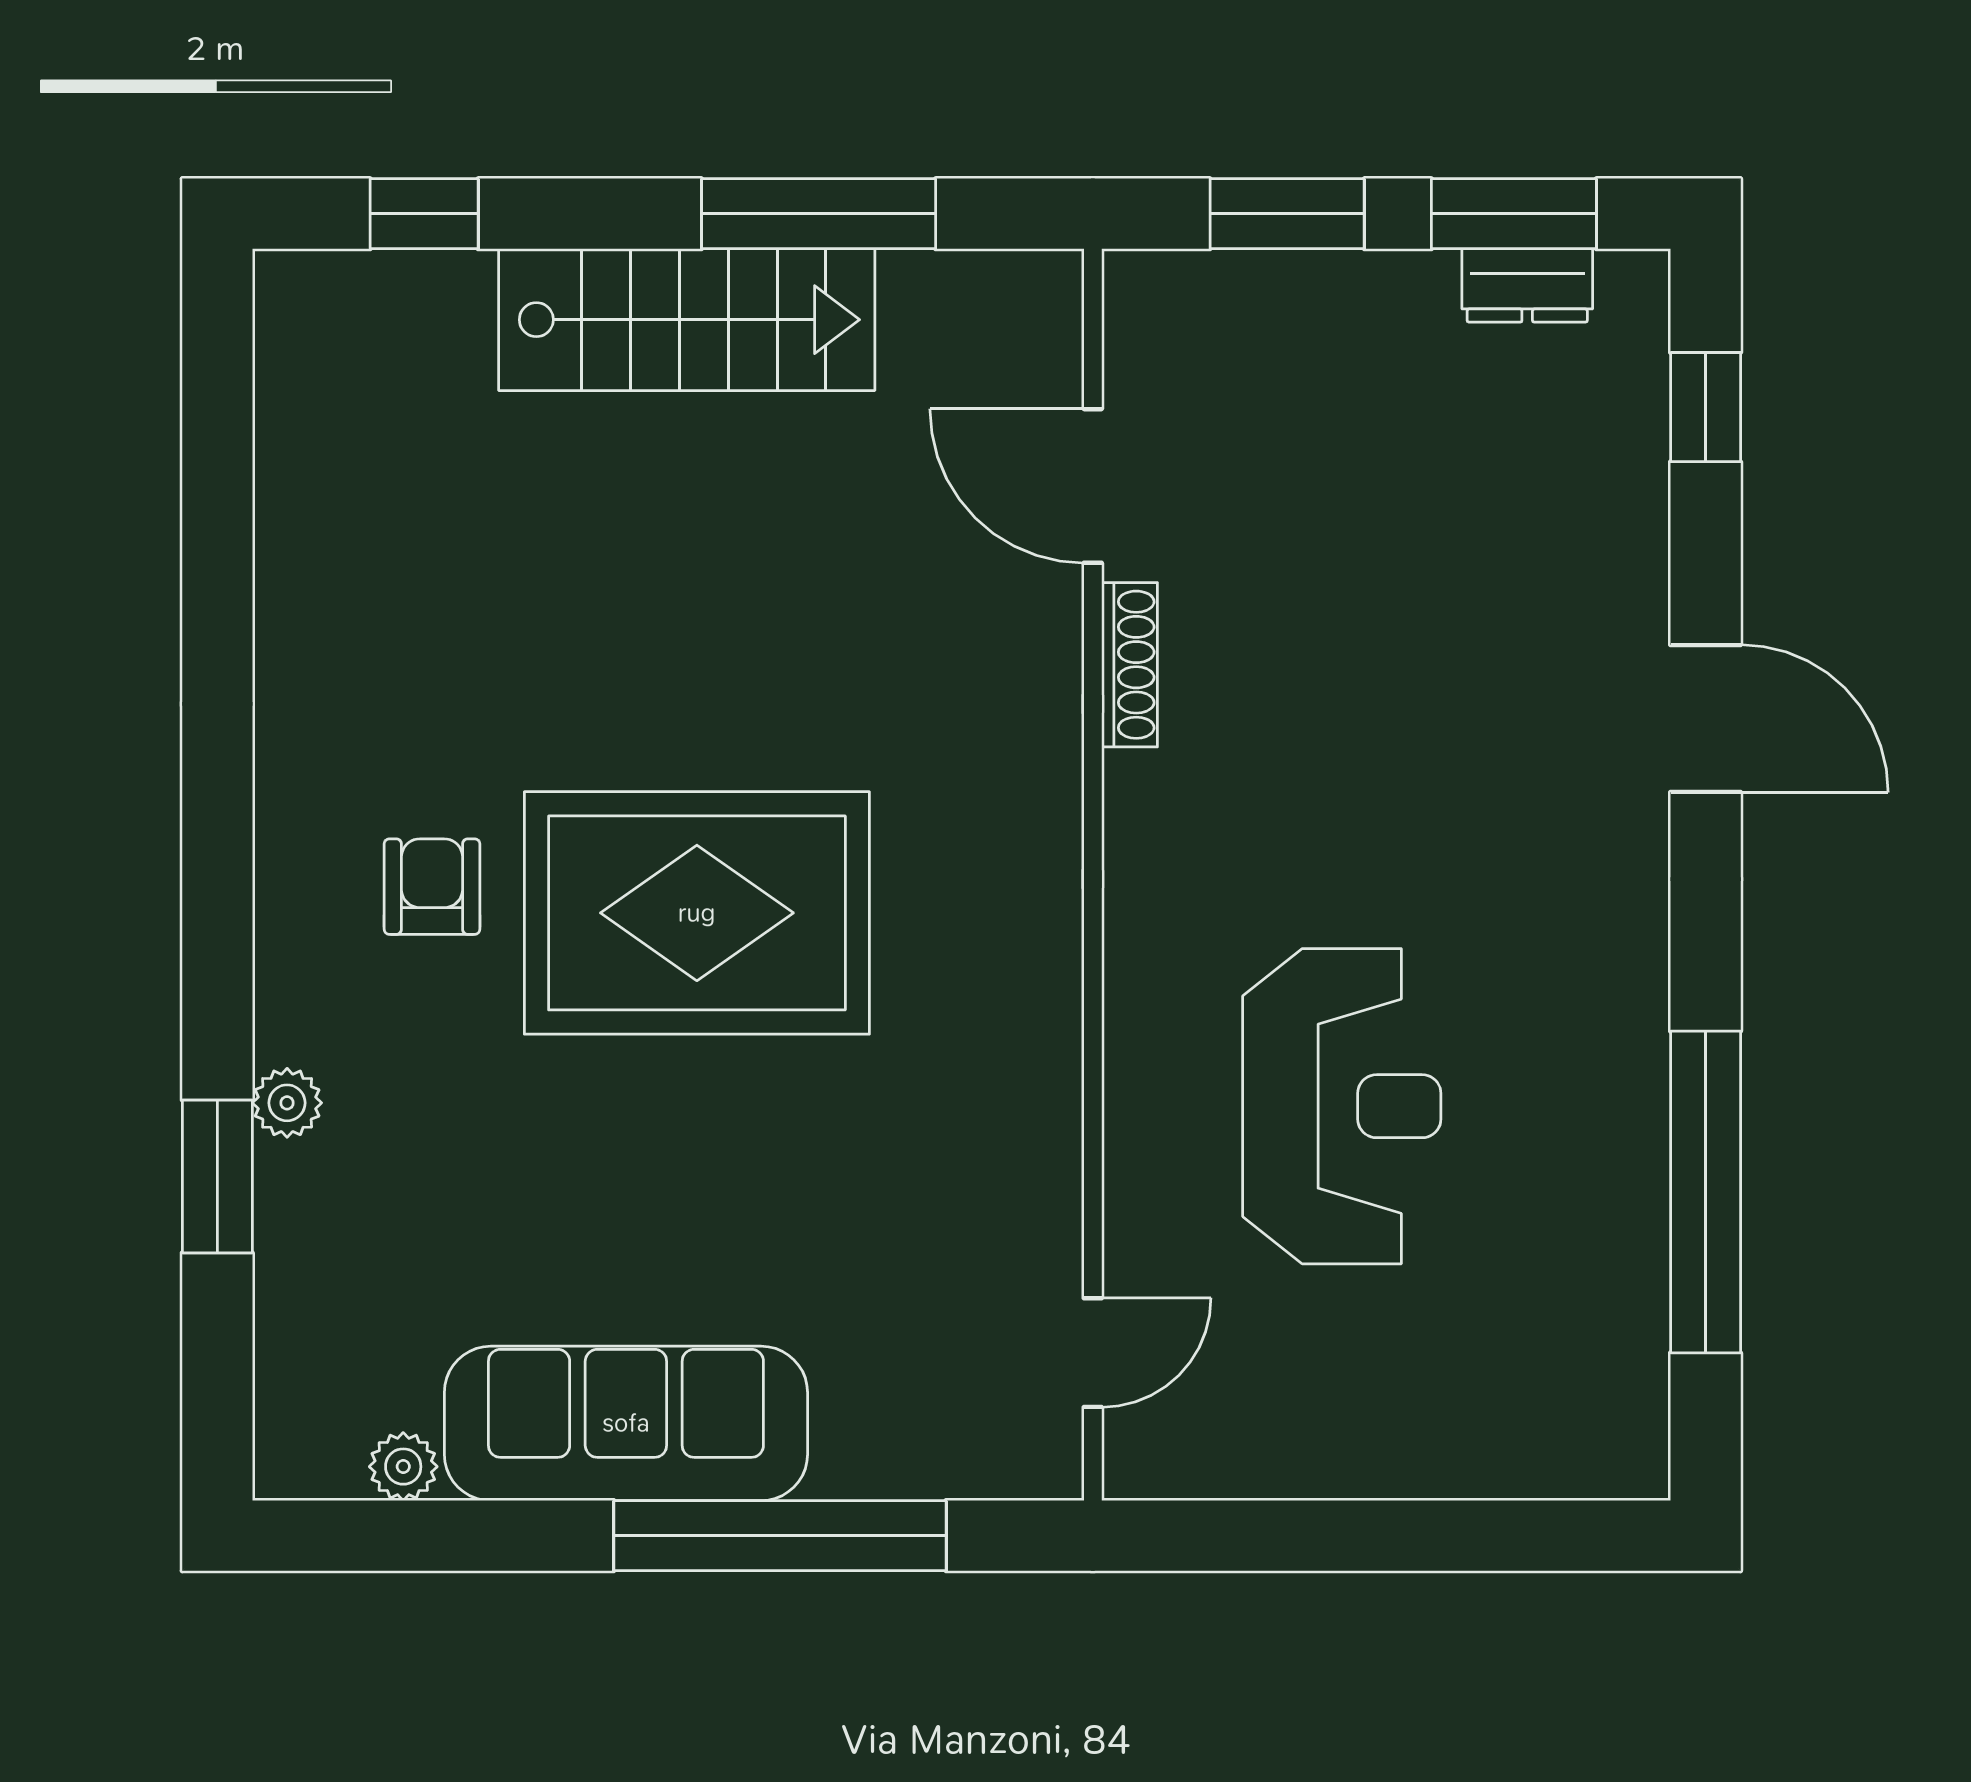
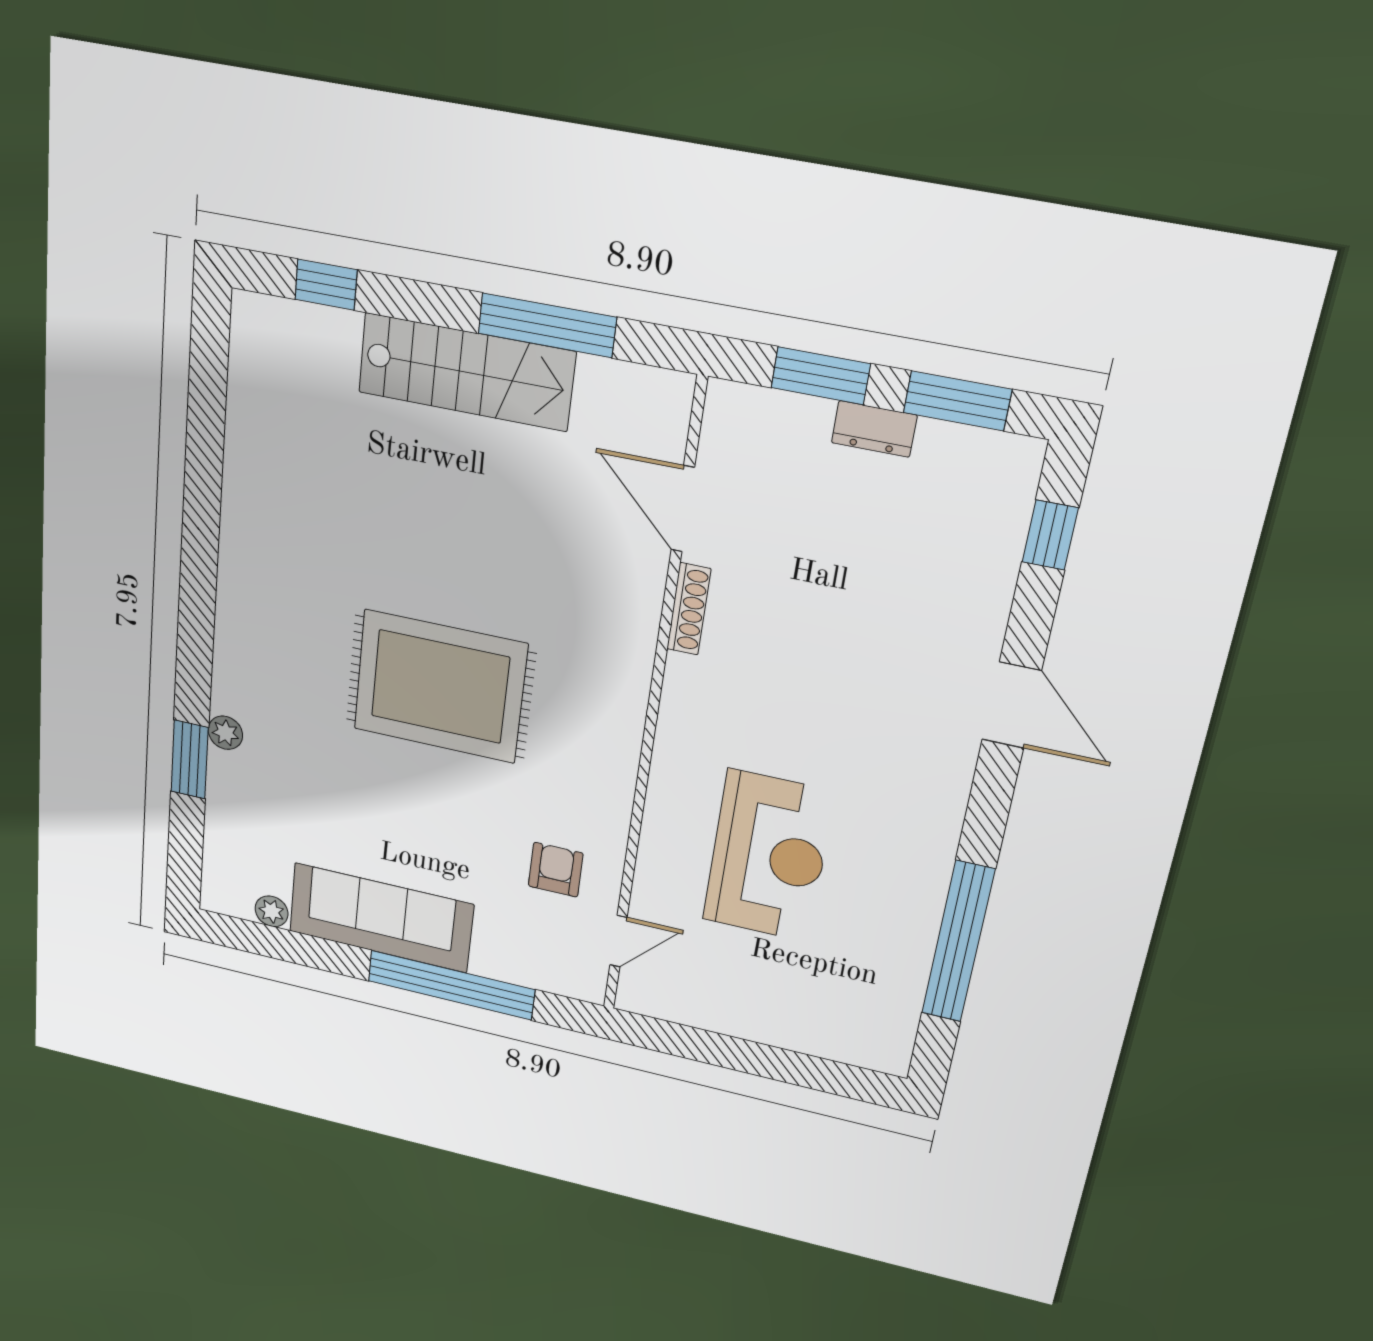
dresser: (1527, 285) -> (874, 429), moved
armchair: (432, 887) -> (556, 870), moved

